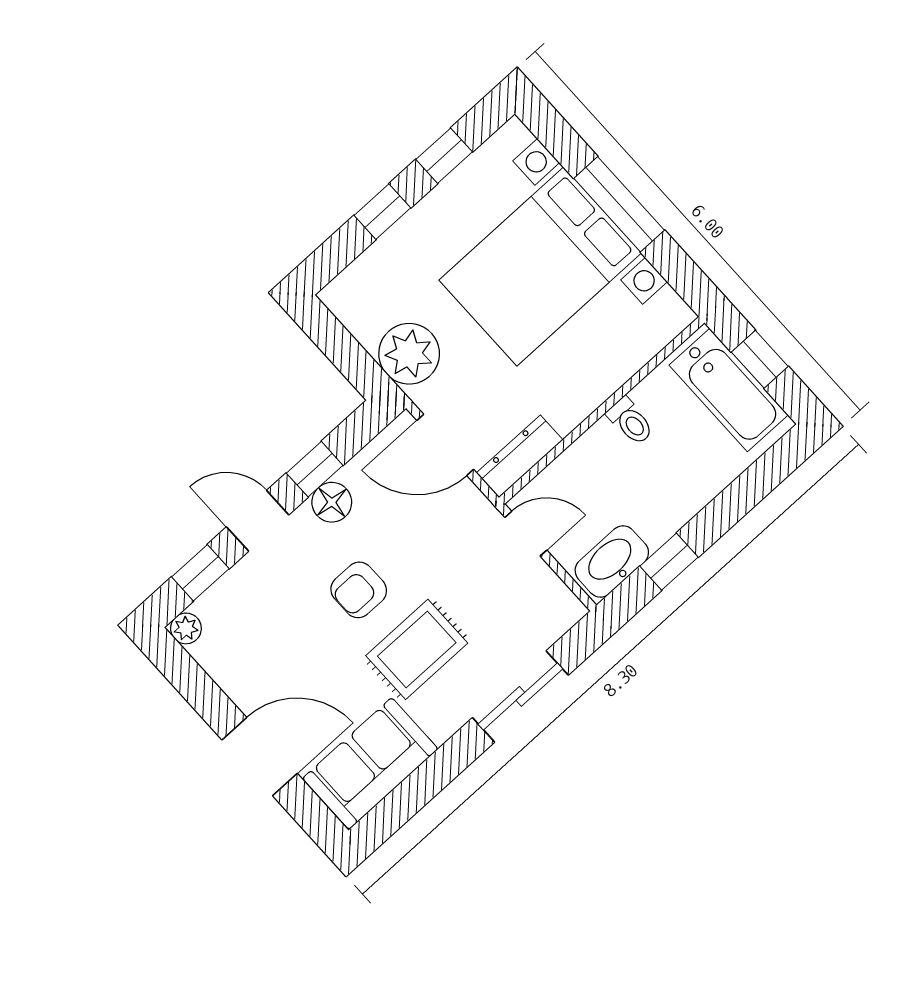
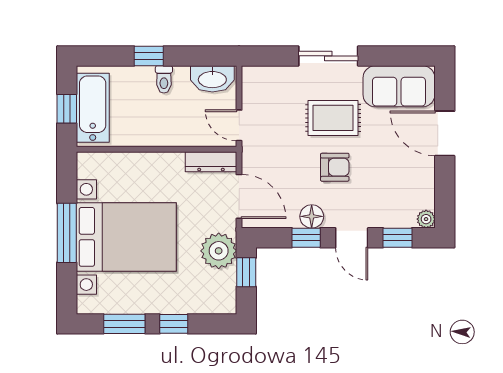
window: (444, 156) -> (124, 324), width x1.50
window: (350, 358) -> (246, 272), added
toilet: (630, 421) -> (164, 79), moved, turned 180
window: (669, 562) -> (149, 56), moved
sliding door: (520, 696) -> (328, 56), moved

